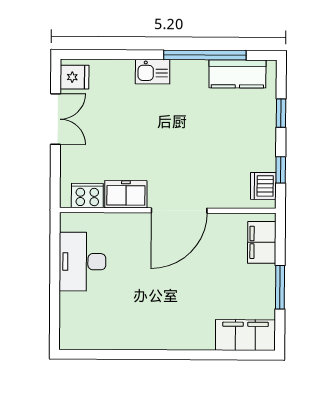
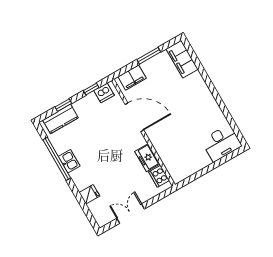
kitchen sink: (153, 72) -> (69, 161), moved
kitchen counter: (237, 74) -> (60, 119), moved, turned 90
fridge: (75, 77) -> (89, 194), moved, turned 90
door: (179, 210) -> (134, 117), moved
desk: (82, 262) -> (221, 143), moved

